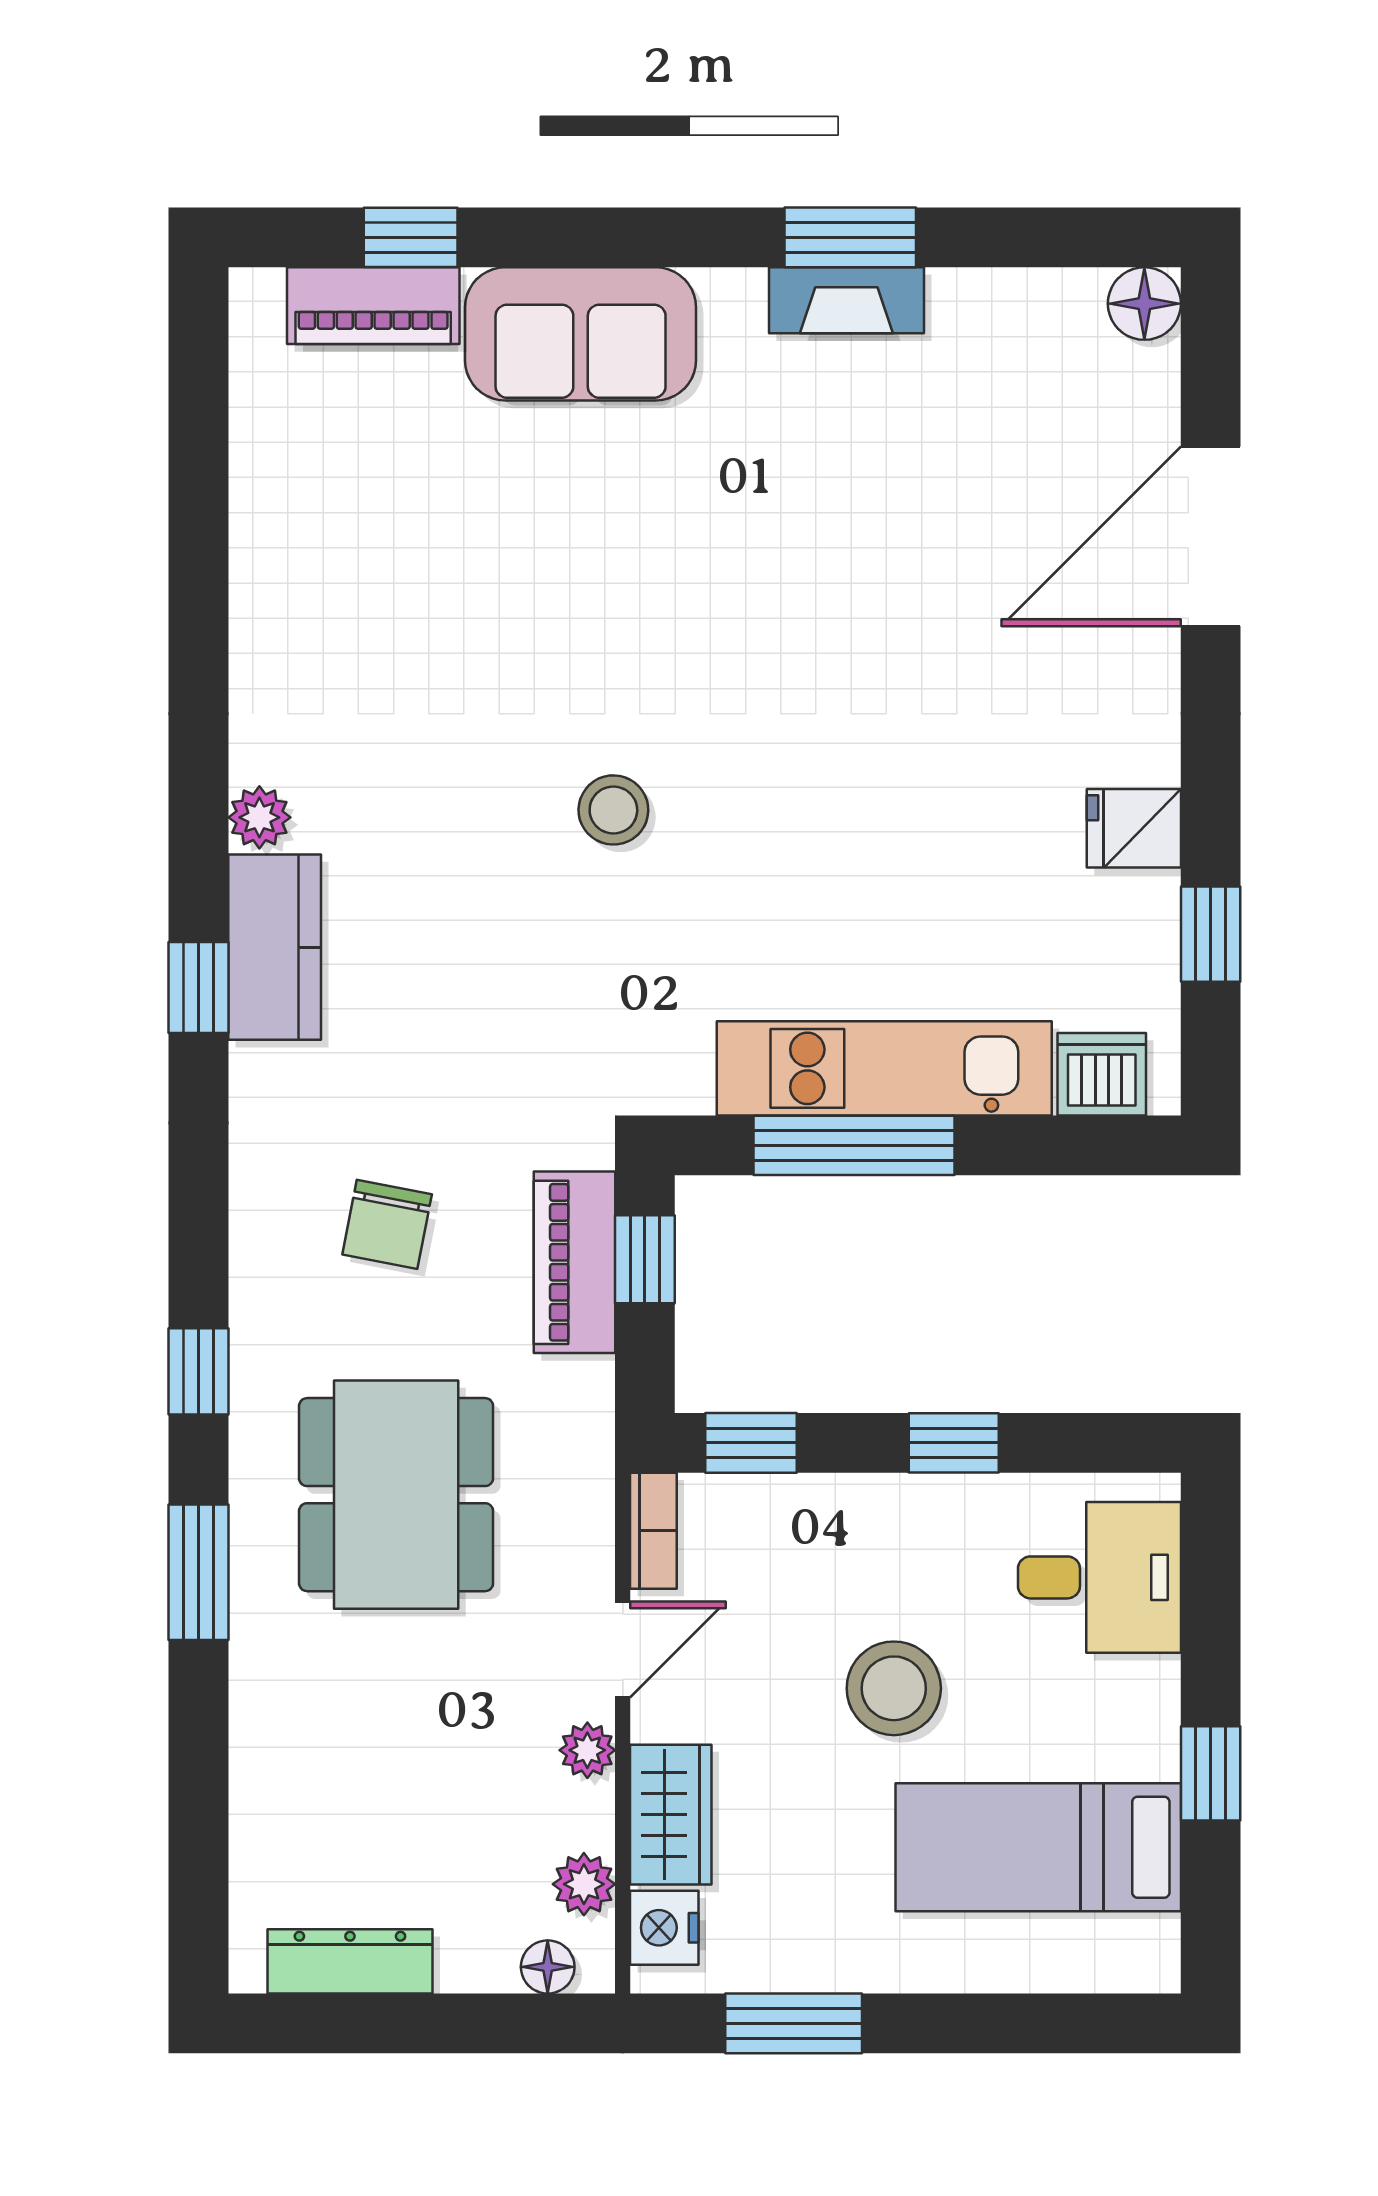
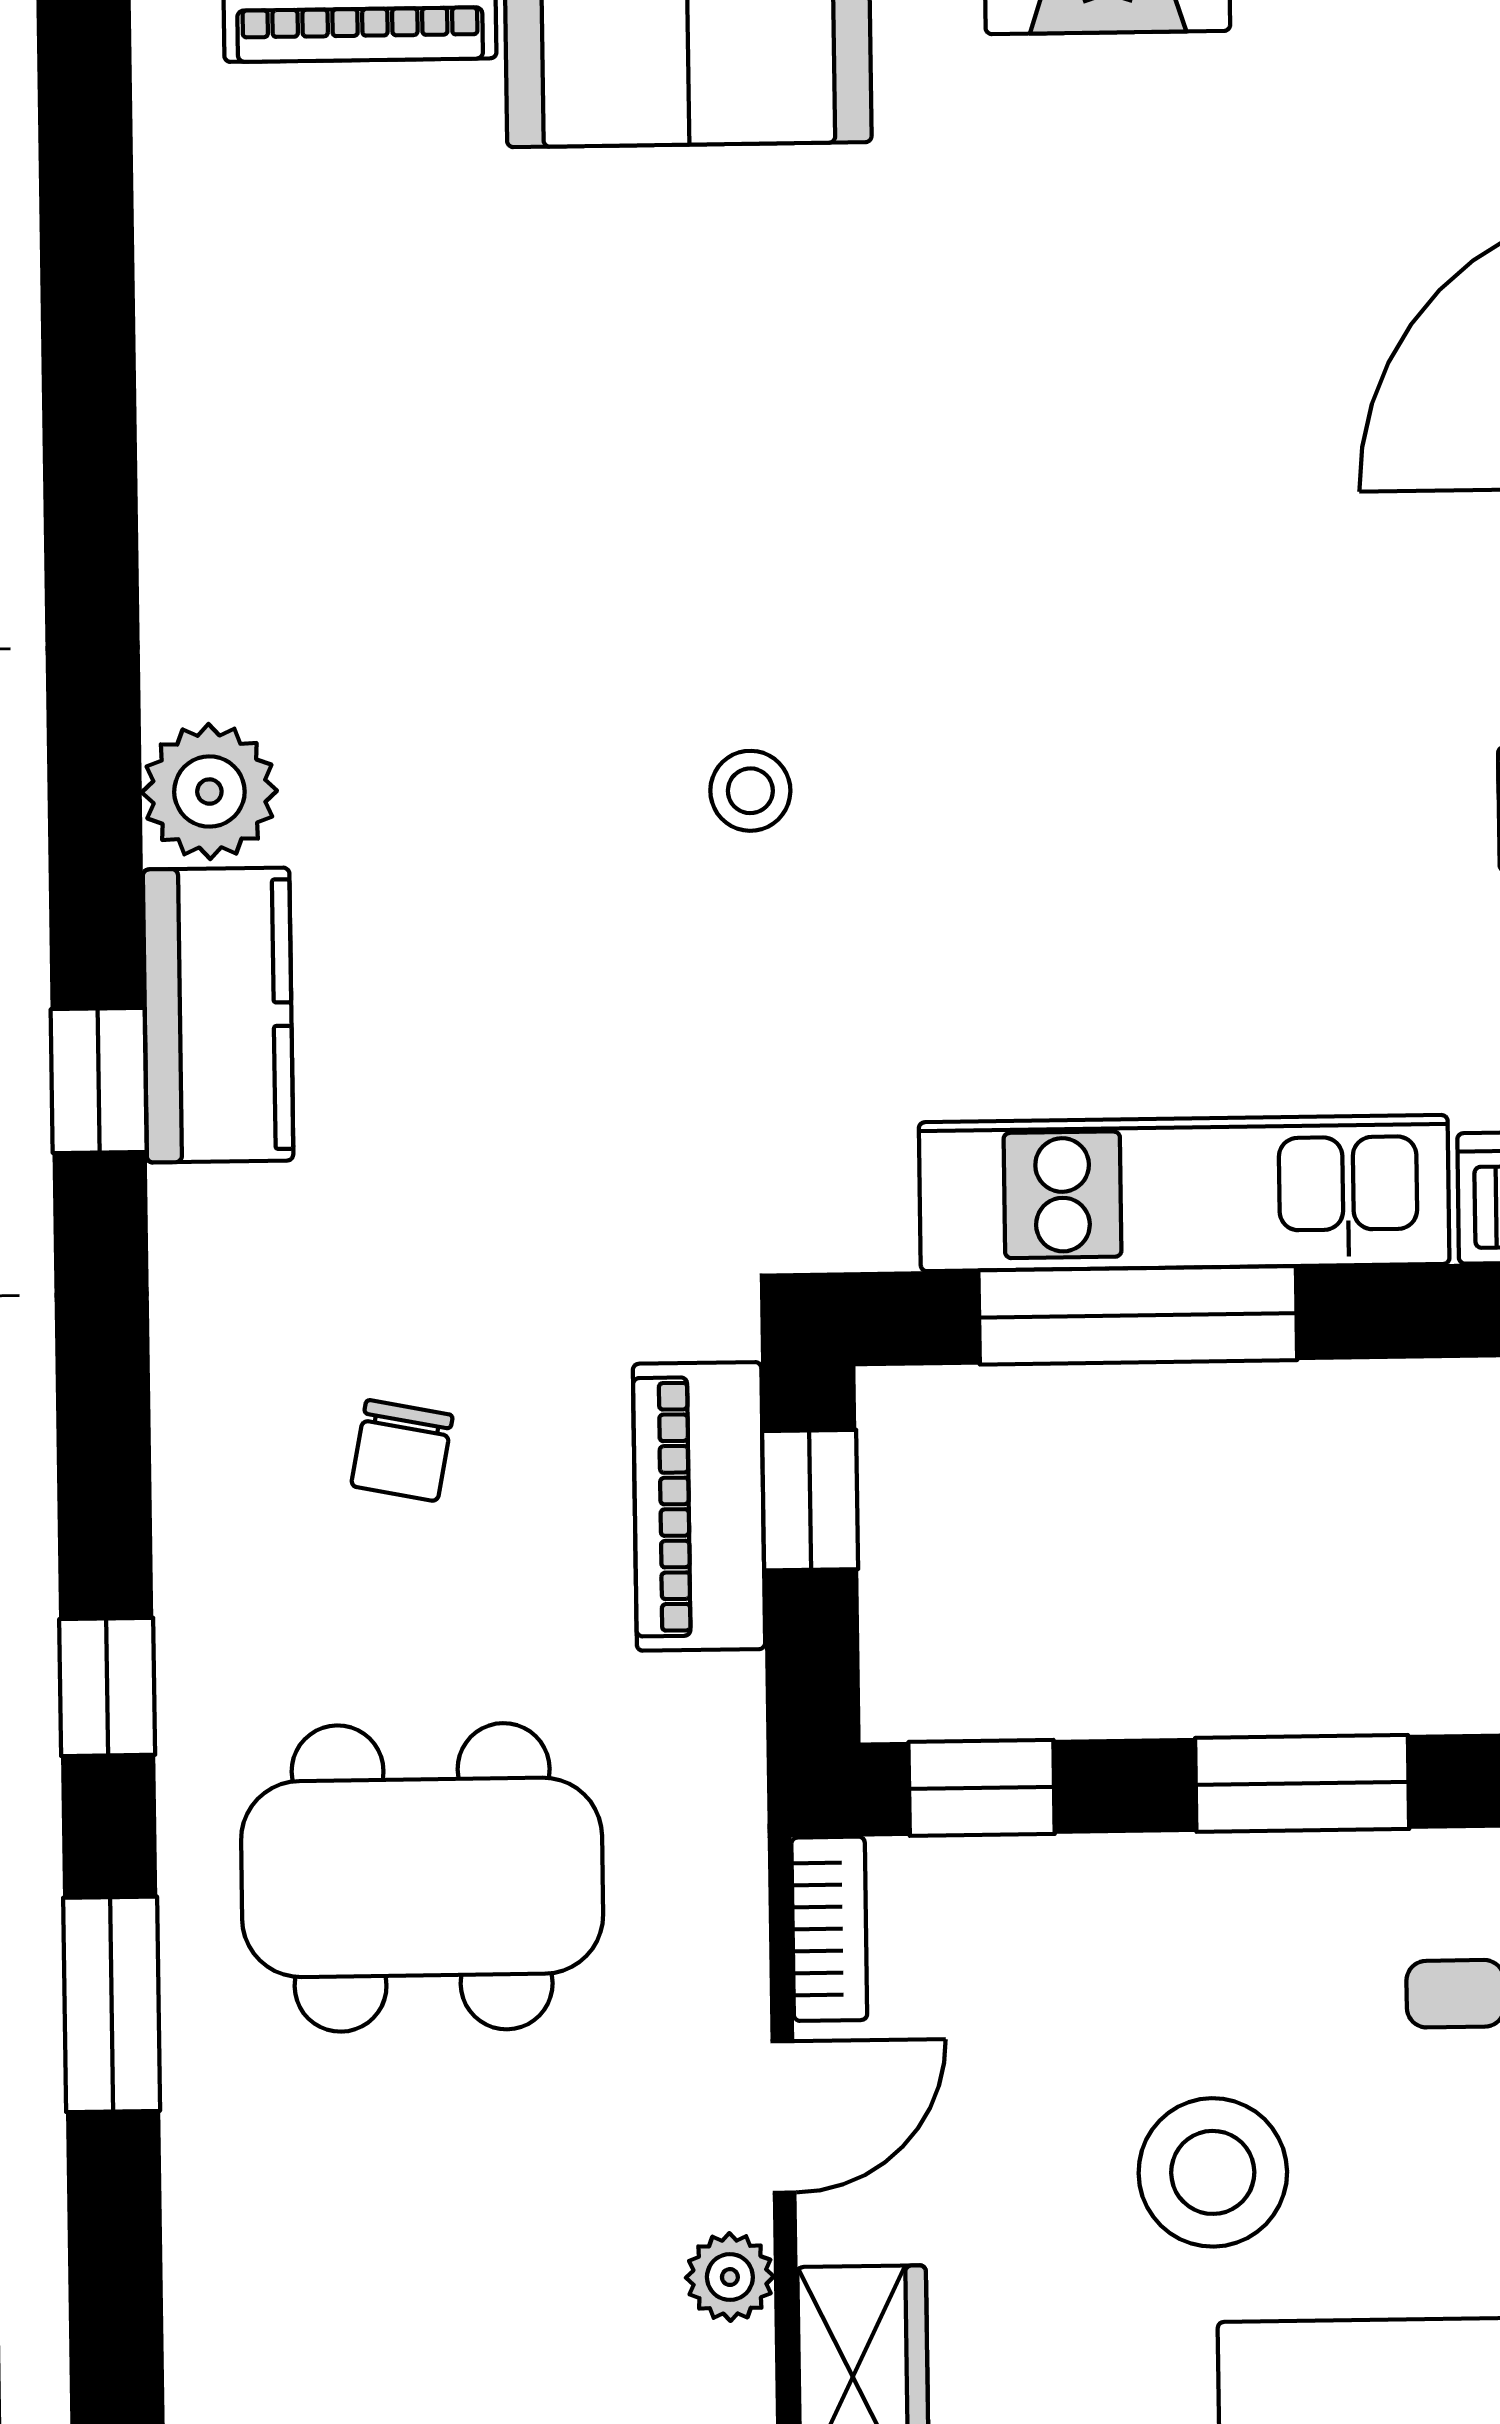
stool: (613, 810) -> (750, 791), width x0.73, depth x0.73
plant: (259, 817) -> (209, 792), width x1.38, depth x1.38
chair: (387, 1224) -> (402, 1451), width x0.73, depth x0.73
window: (954, 1443) -> (1302, 1783), width x1.50
dining table: (396, 1495) -> (422, 1877), turned 90

